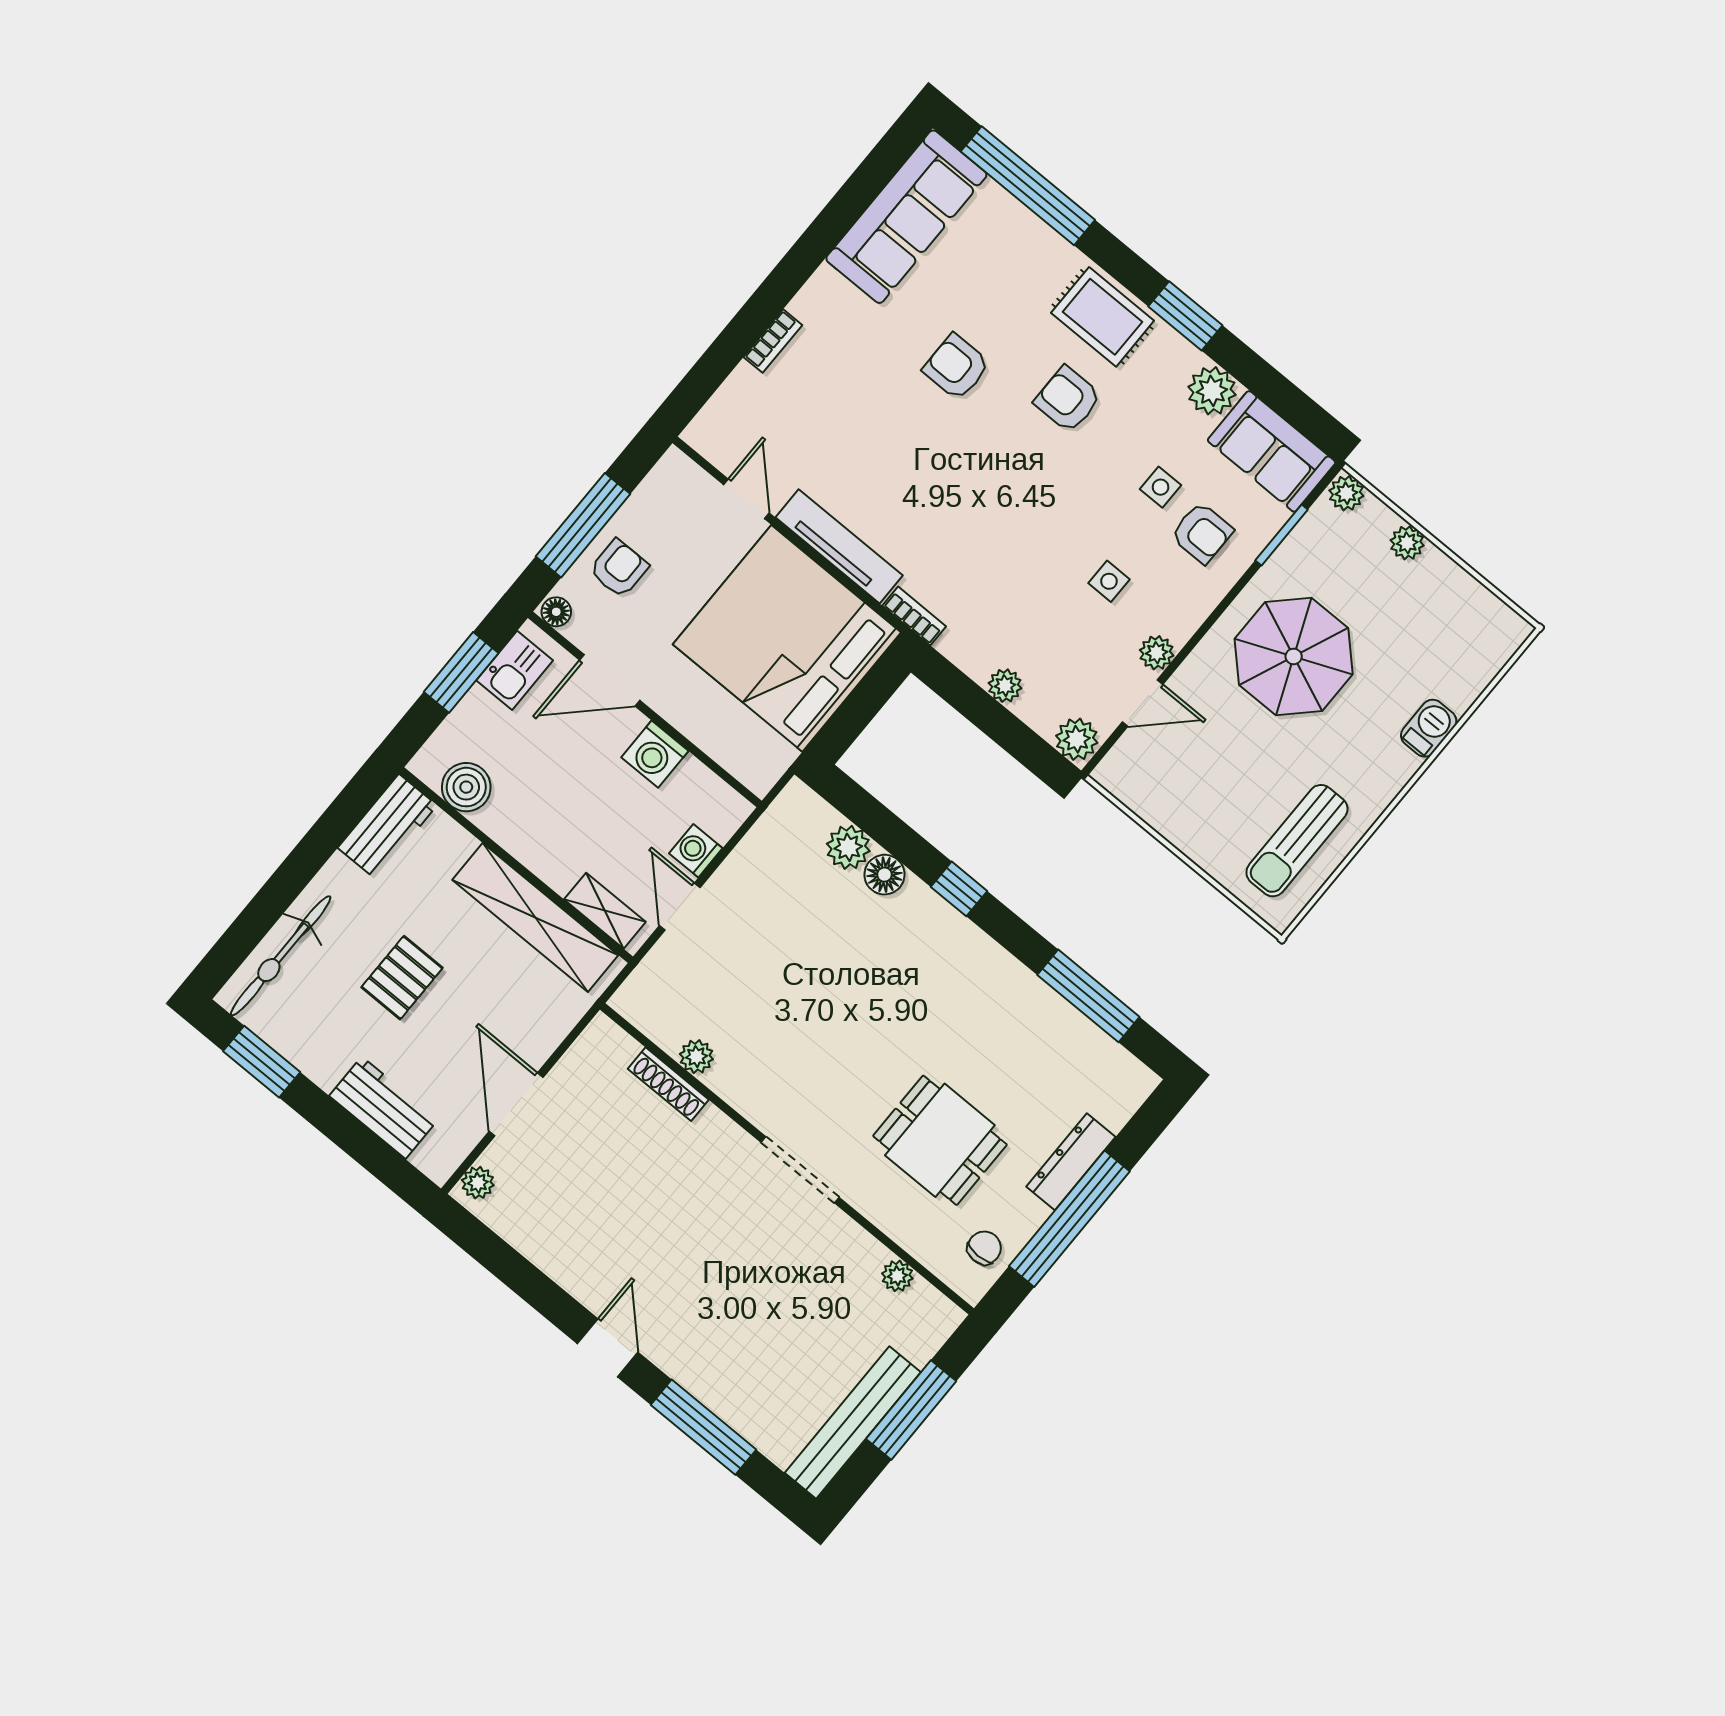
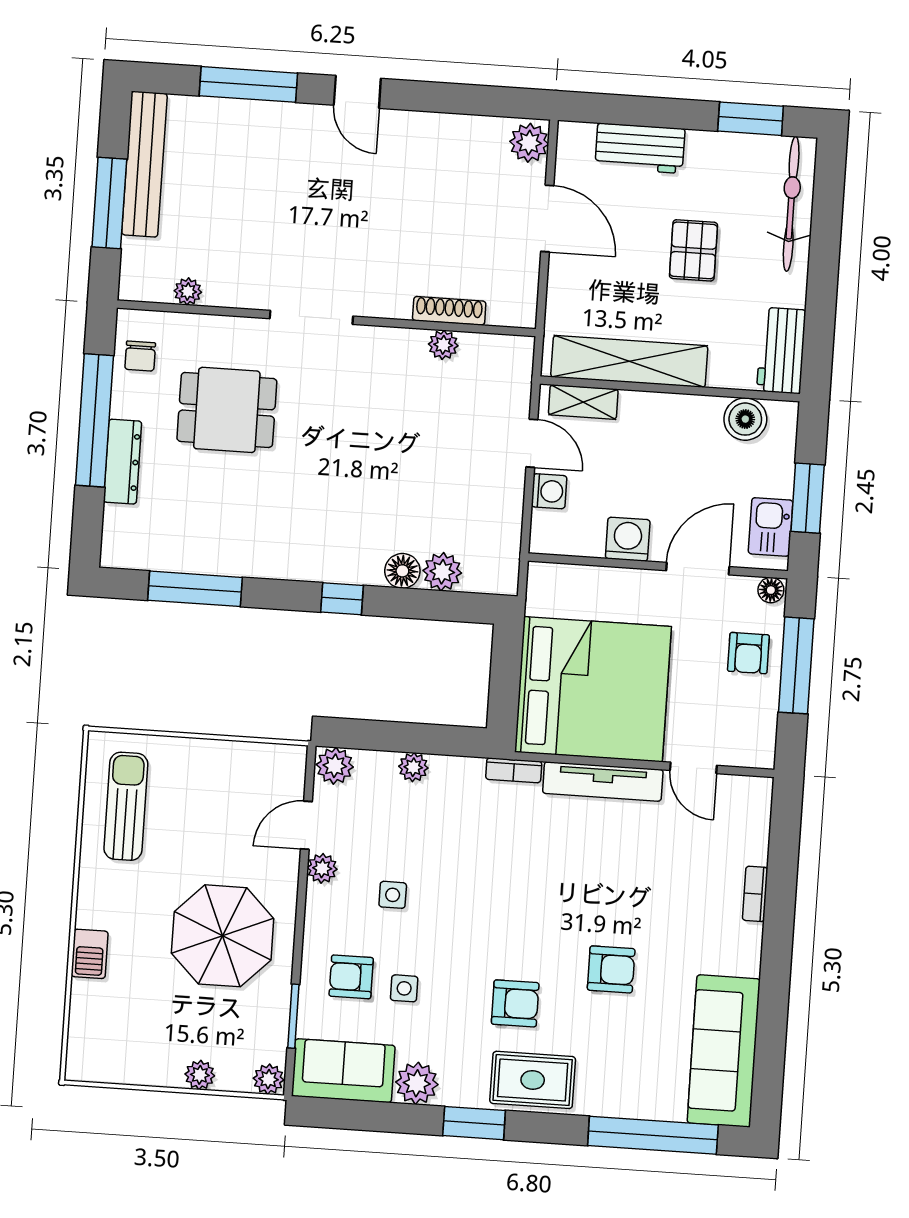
plant: (478, 1183) -> (529, 143), width x1.38, depth x1.38

